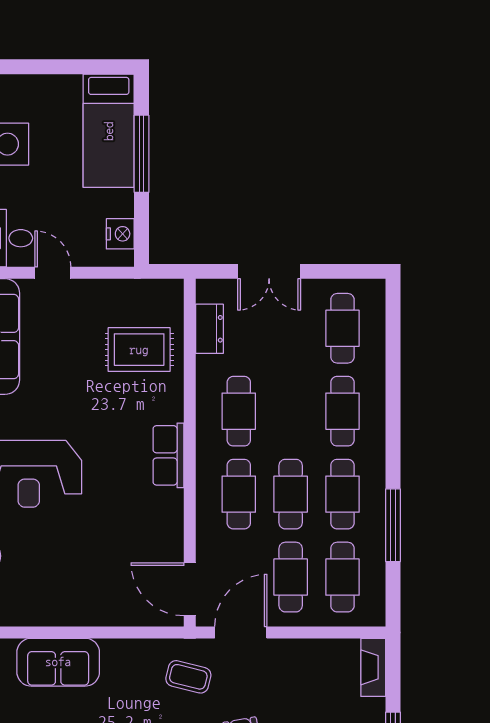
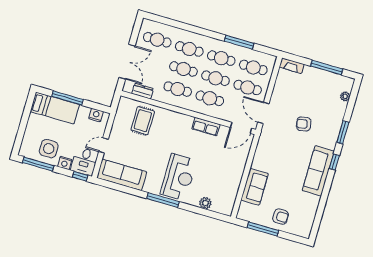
double door: (269, 271) -> (127, 62), width x1.37
cafe table: (291, 411) -> (183, 69), added
row of seats: (168, 455) -> (206, 127), moved
coffee table: (188, 677) -> (275, 138), removed

